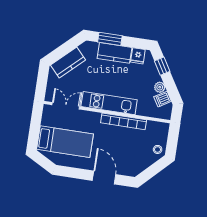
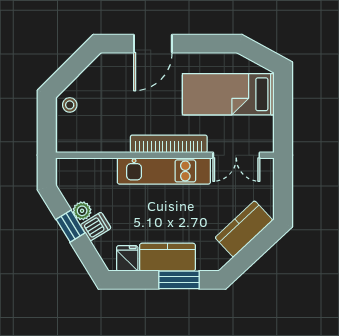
window: (162, 66) -> (71, 226), moved
dishwasher: (163, 99) -> (96, 227), moved
bookcase: (124, 121) -> (169, 144), moved
door: (104, 178) -> (153, 44), hinge flipped

